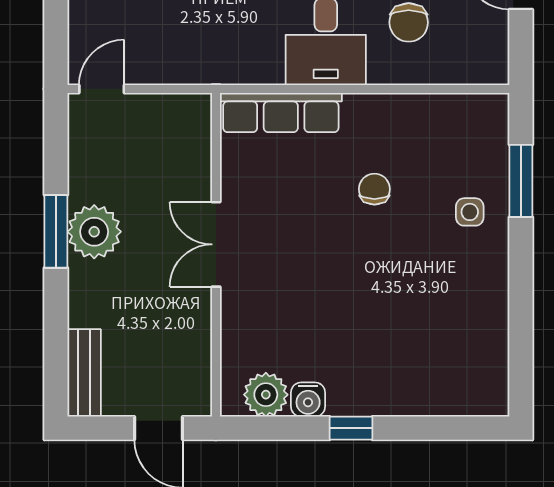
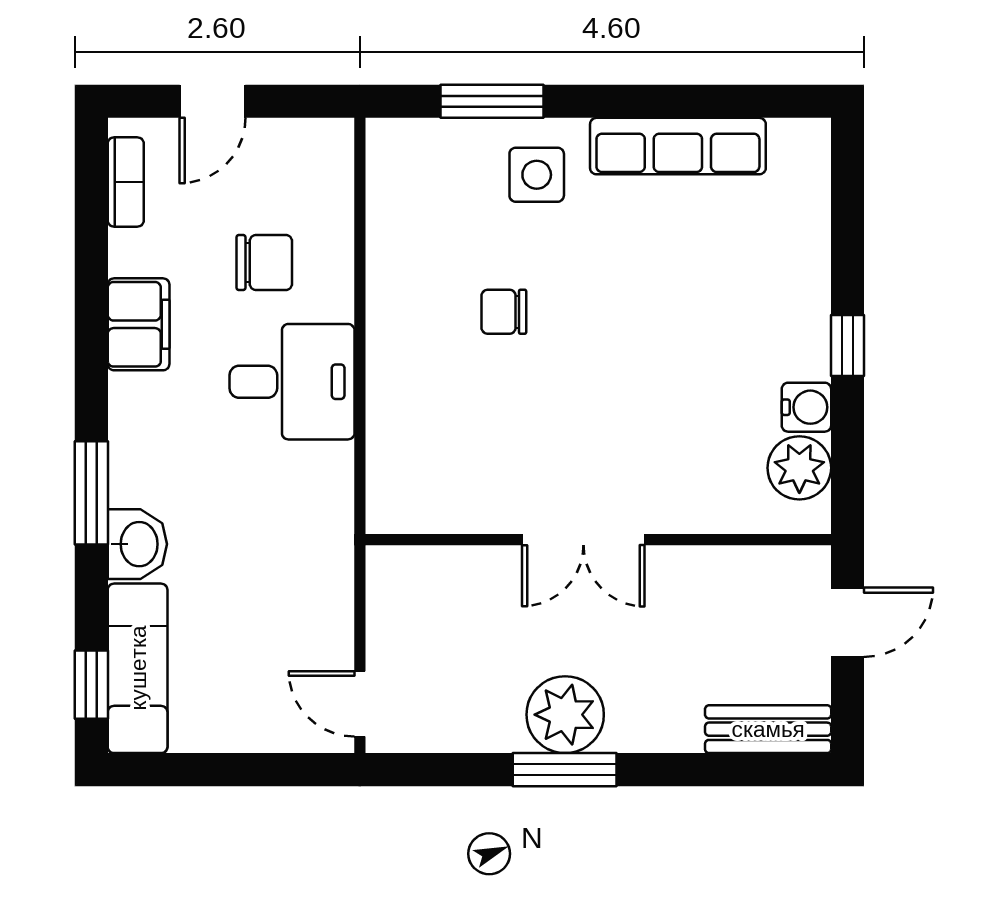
row of seats: (281, 112) -> (678, 146), moved, turned 90
side table: (470, 212) -> (537, 175), width x1.37, depth x1.37

